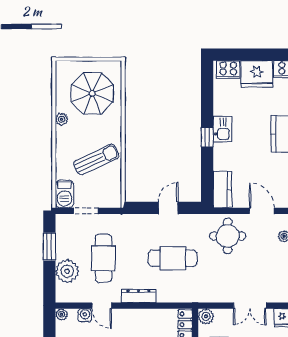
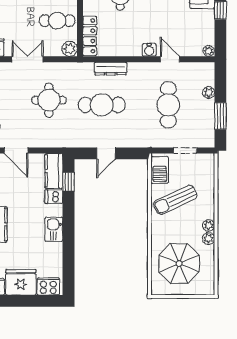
plant: (62, 133) -> (209, 225), added
window: (207, 137) -> (68, 182), moved
dishwasher: (222, 163) -> (54, 197), added
barbecue: (64, 194) -> (160, 170), moved, turned 180
round table: (228, 236) -> (49, 100), moved
plant: (67, 271) -> (209, 92), width x0.53, depth x0.53
dresser: (138, 296) -> (111, 69), moved
water cooler: (85, 315) -> (149, 50), moved

